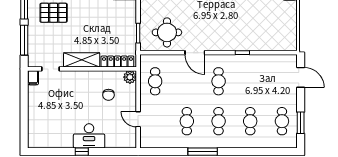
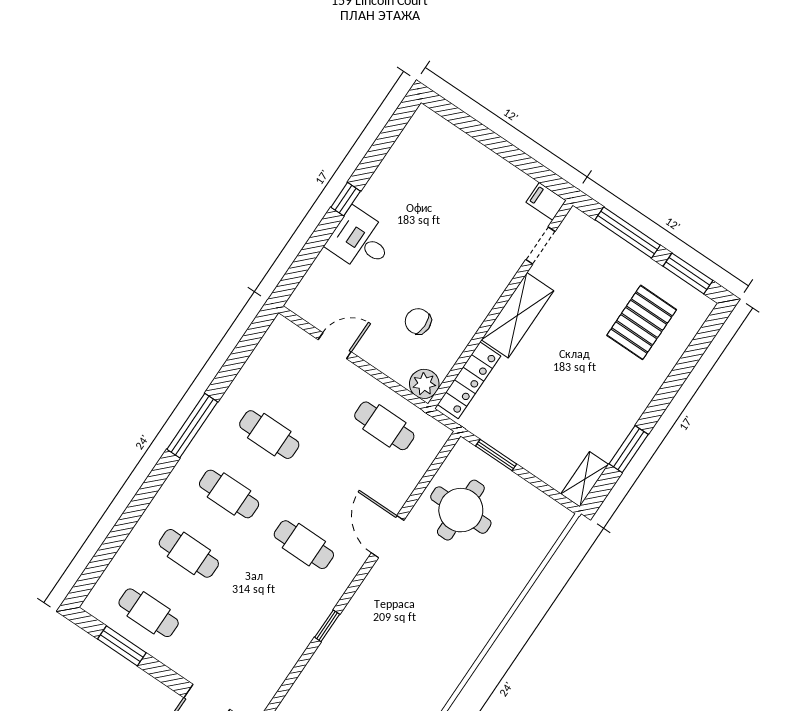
door: (195, 53) -> (388, 537), hinge flipped
desk: (89, 136) -> (360, 241), width x0.73

